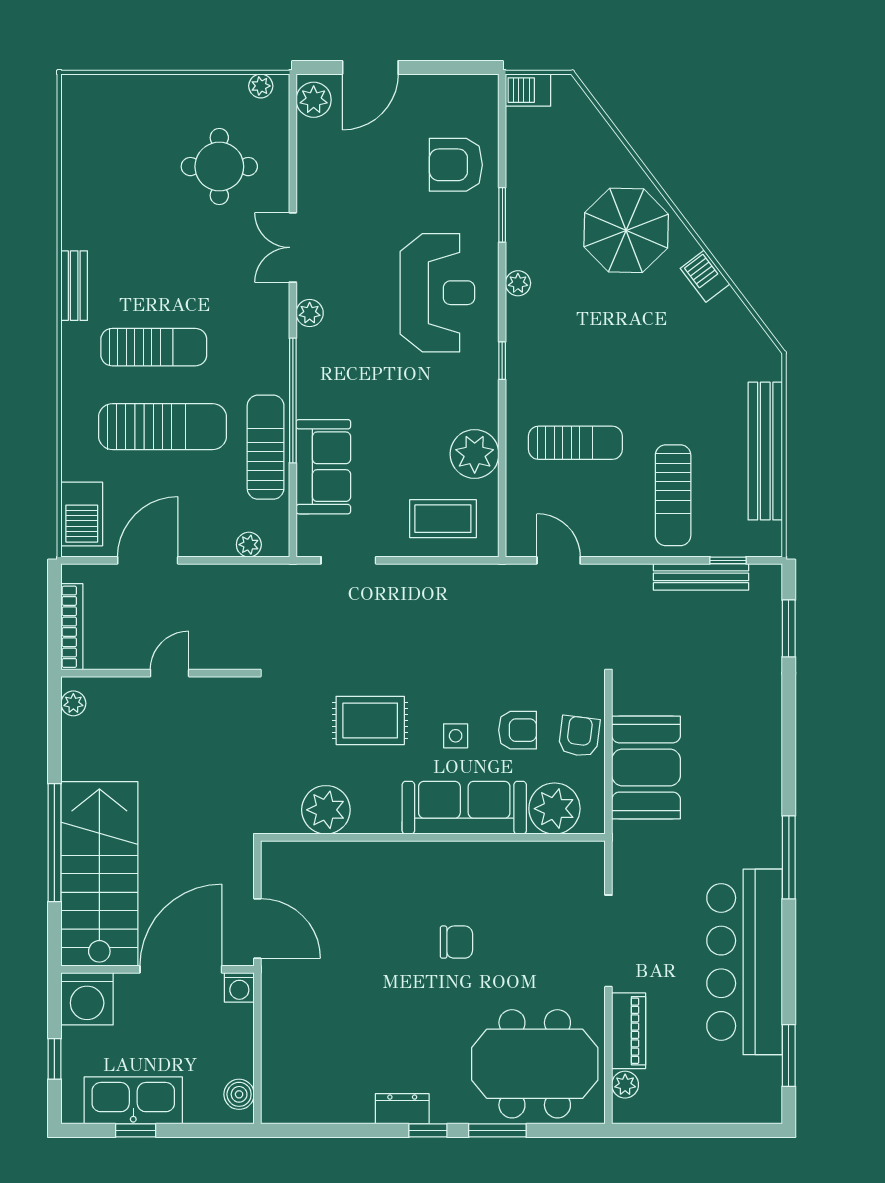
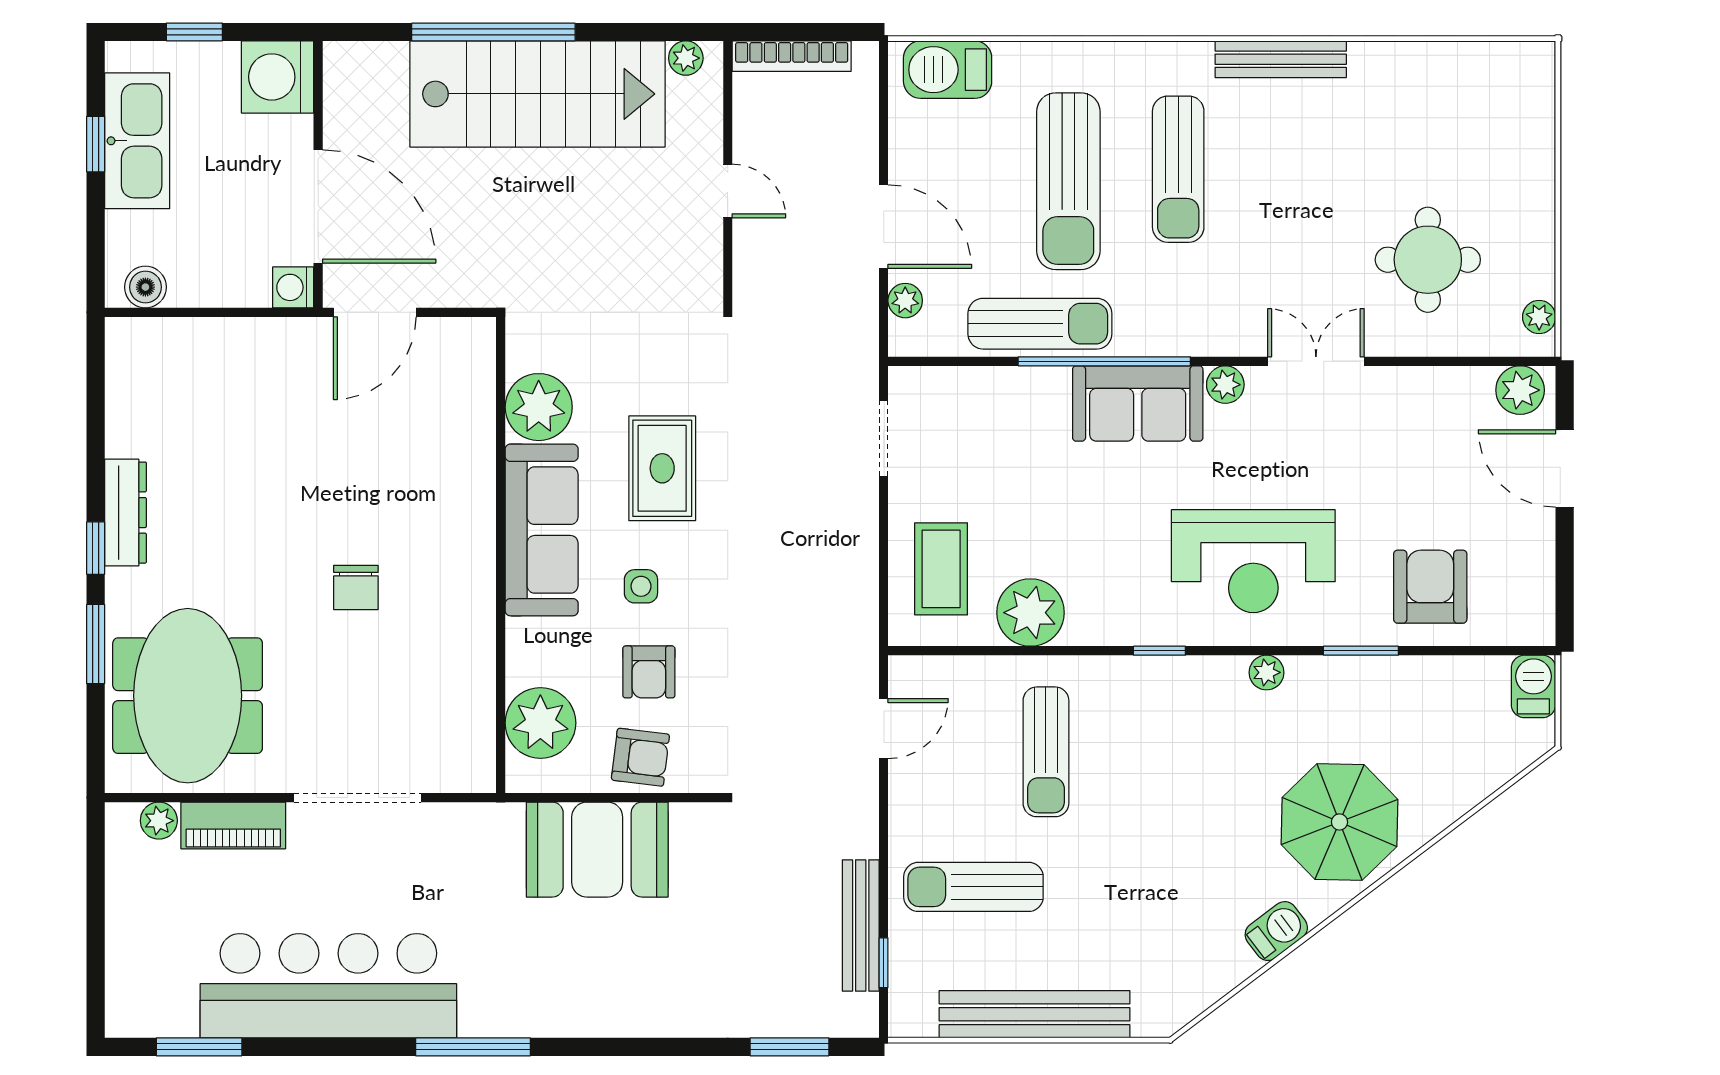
bench: (74, 286) -> (1281, 59), width x1.36
sofa: (323, 467) -> (1138, 403), moved
door: (148, 560) -> (884, 227), moved
sofa: (464, 808) -> (542, 530), moved
stairs: (99, 874) -> (537, 94), moved
dresser: (402, 1109) -> (125, 513), width x1.44

